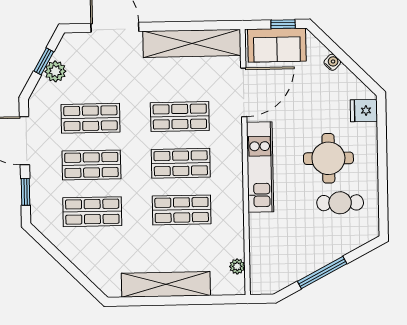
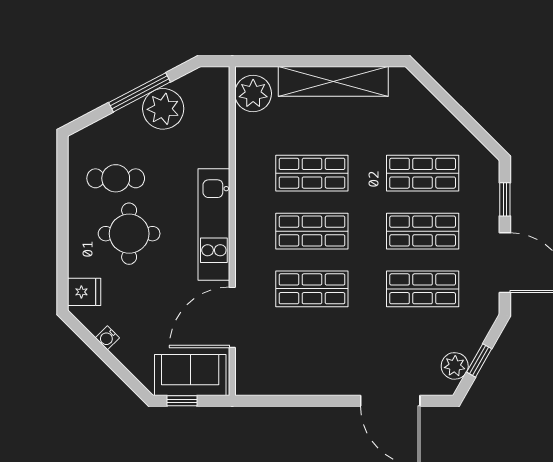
shelving: (192, 43) -> (295, 379), removed
water cooler: (332, 62) -> (107, 338), moved
plant: (55, 71) -> (455, 366), moved
plant: (303, 260) -> (163, 109), added
plant: (237, 266) -> (253, 93), width x1.88, depth x1.88

